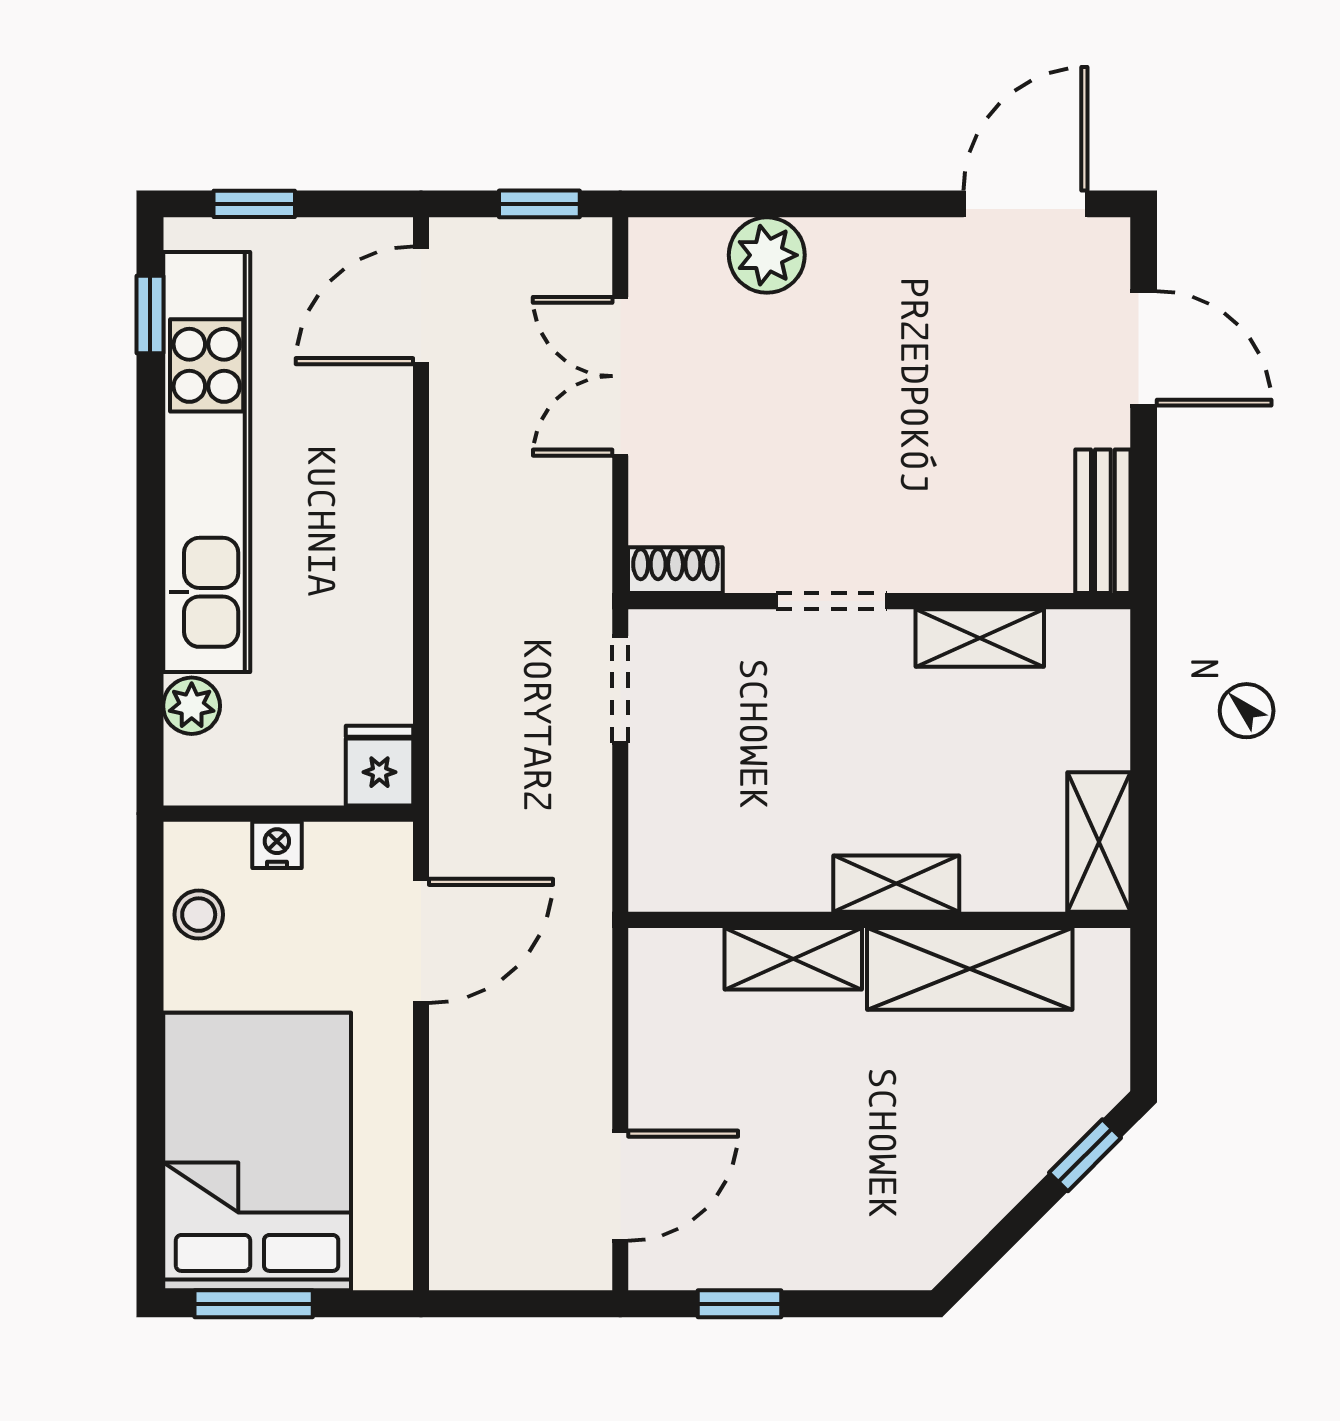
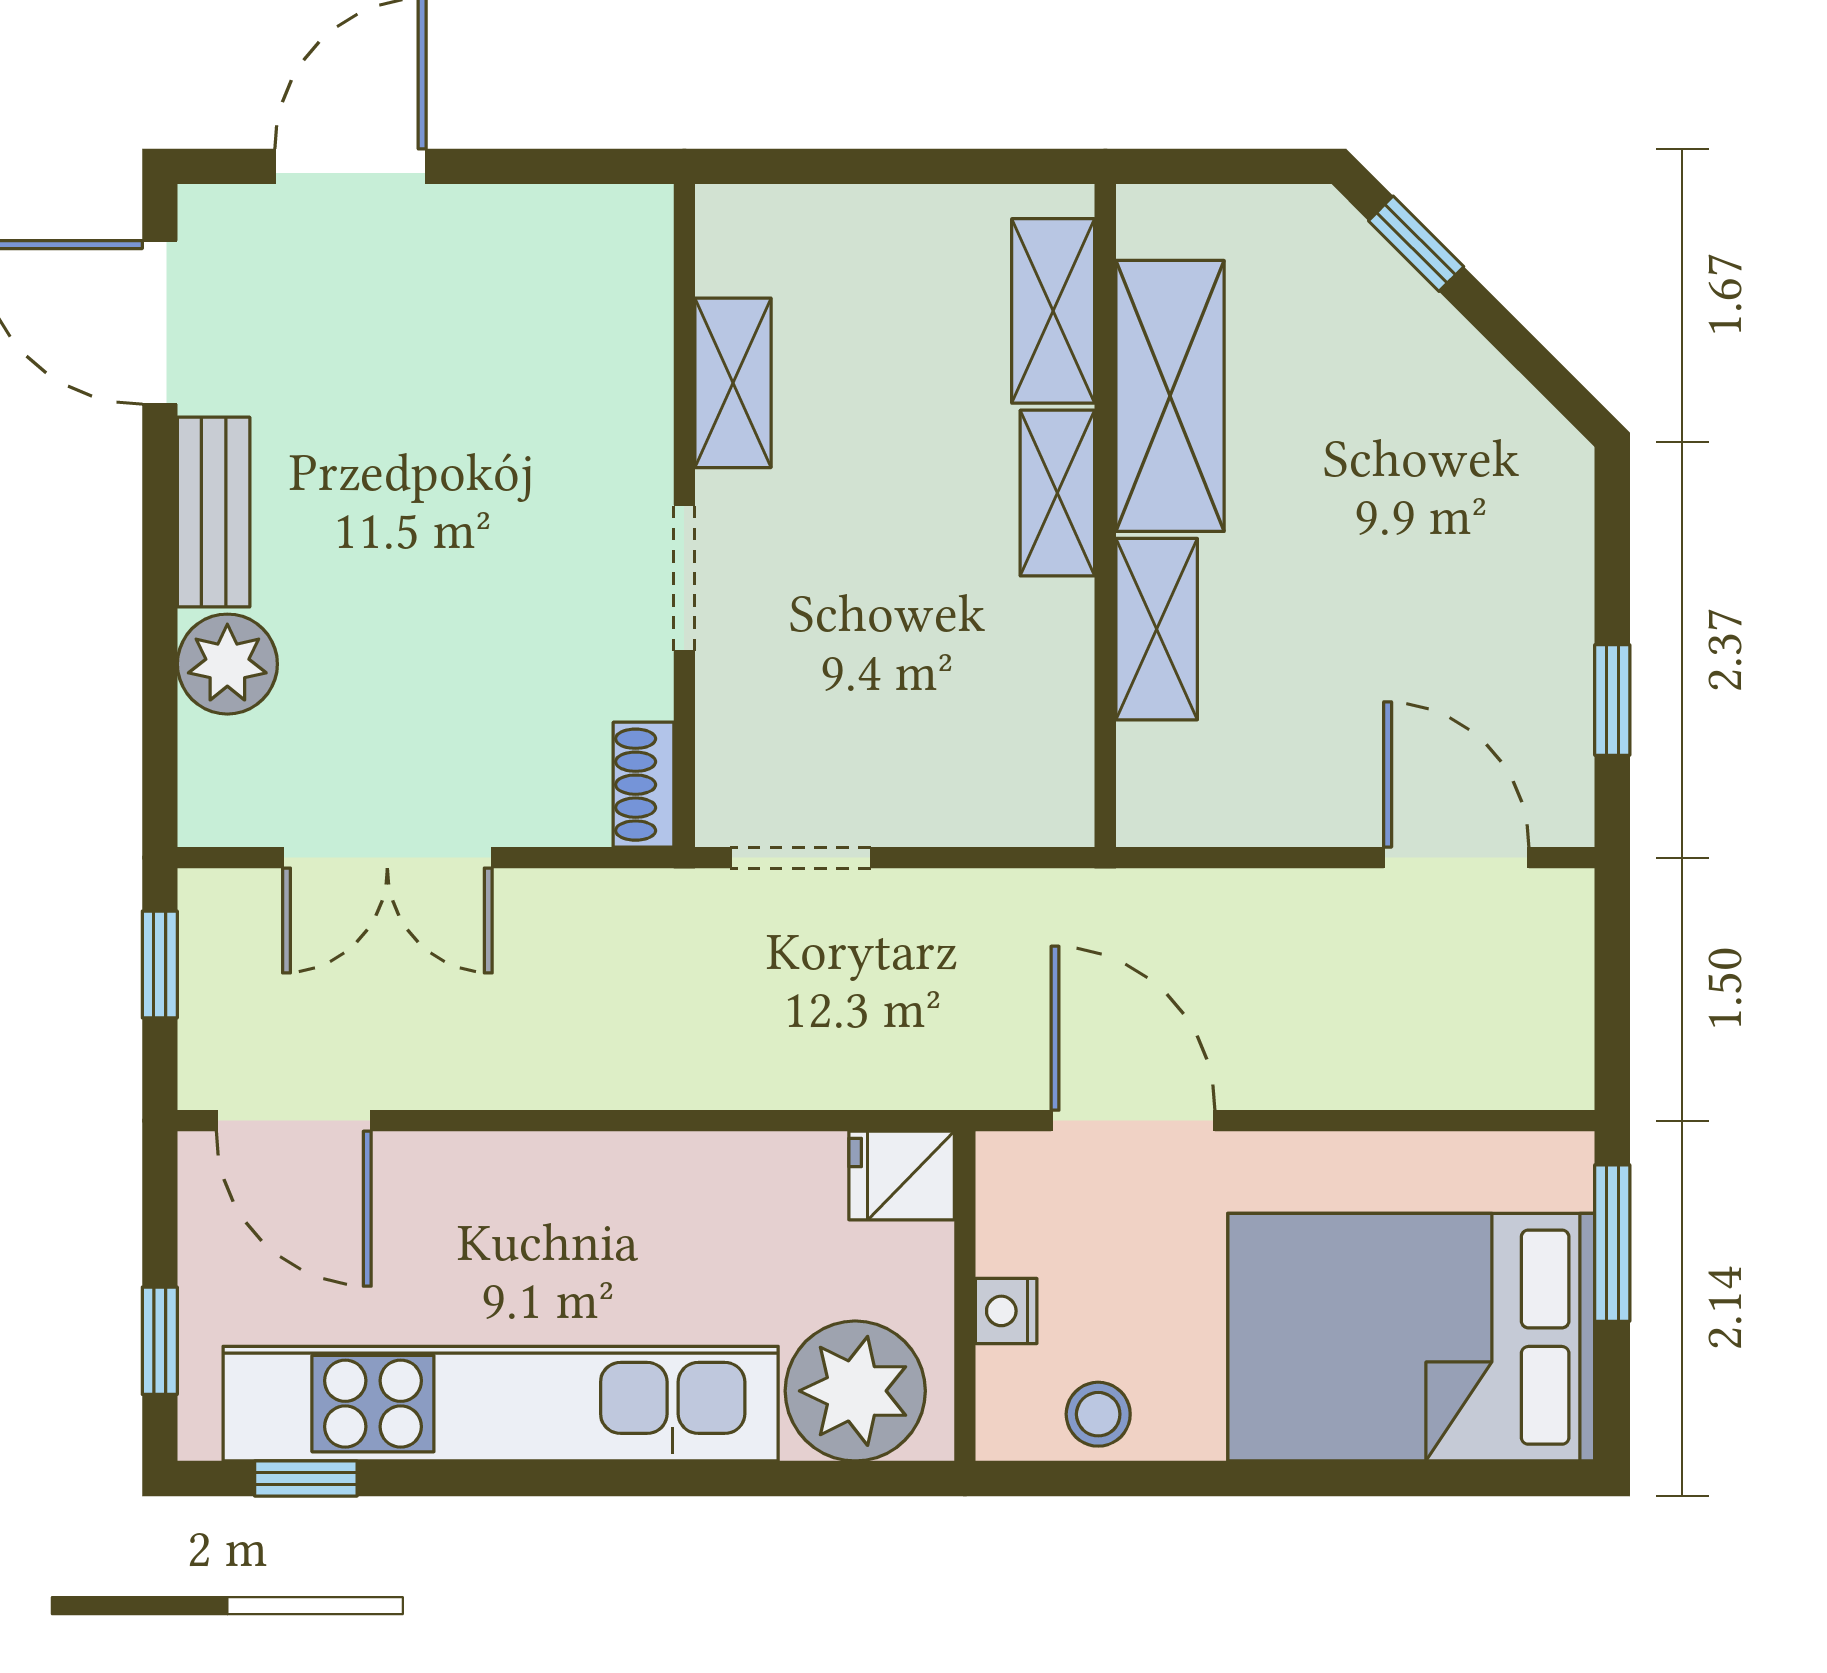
bench: (1103, 521) -> (214, 512), moved, turned 90
plant: (192, 706) -> (855, 1391), width x1.87, depth x1.87
shelving: (1099, 842) -> (1053, 311), moved, turned 90
window: (254, 1304) -> (1612, 1243), moved

